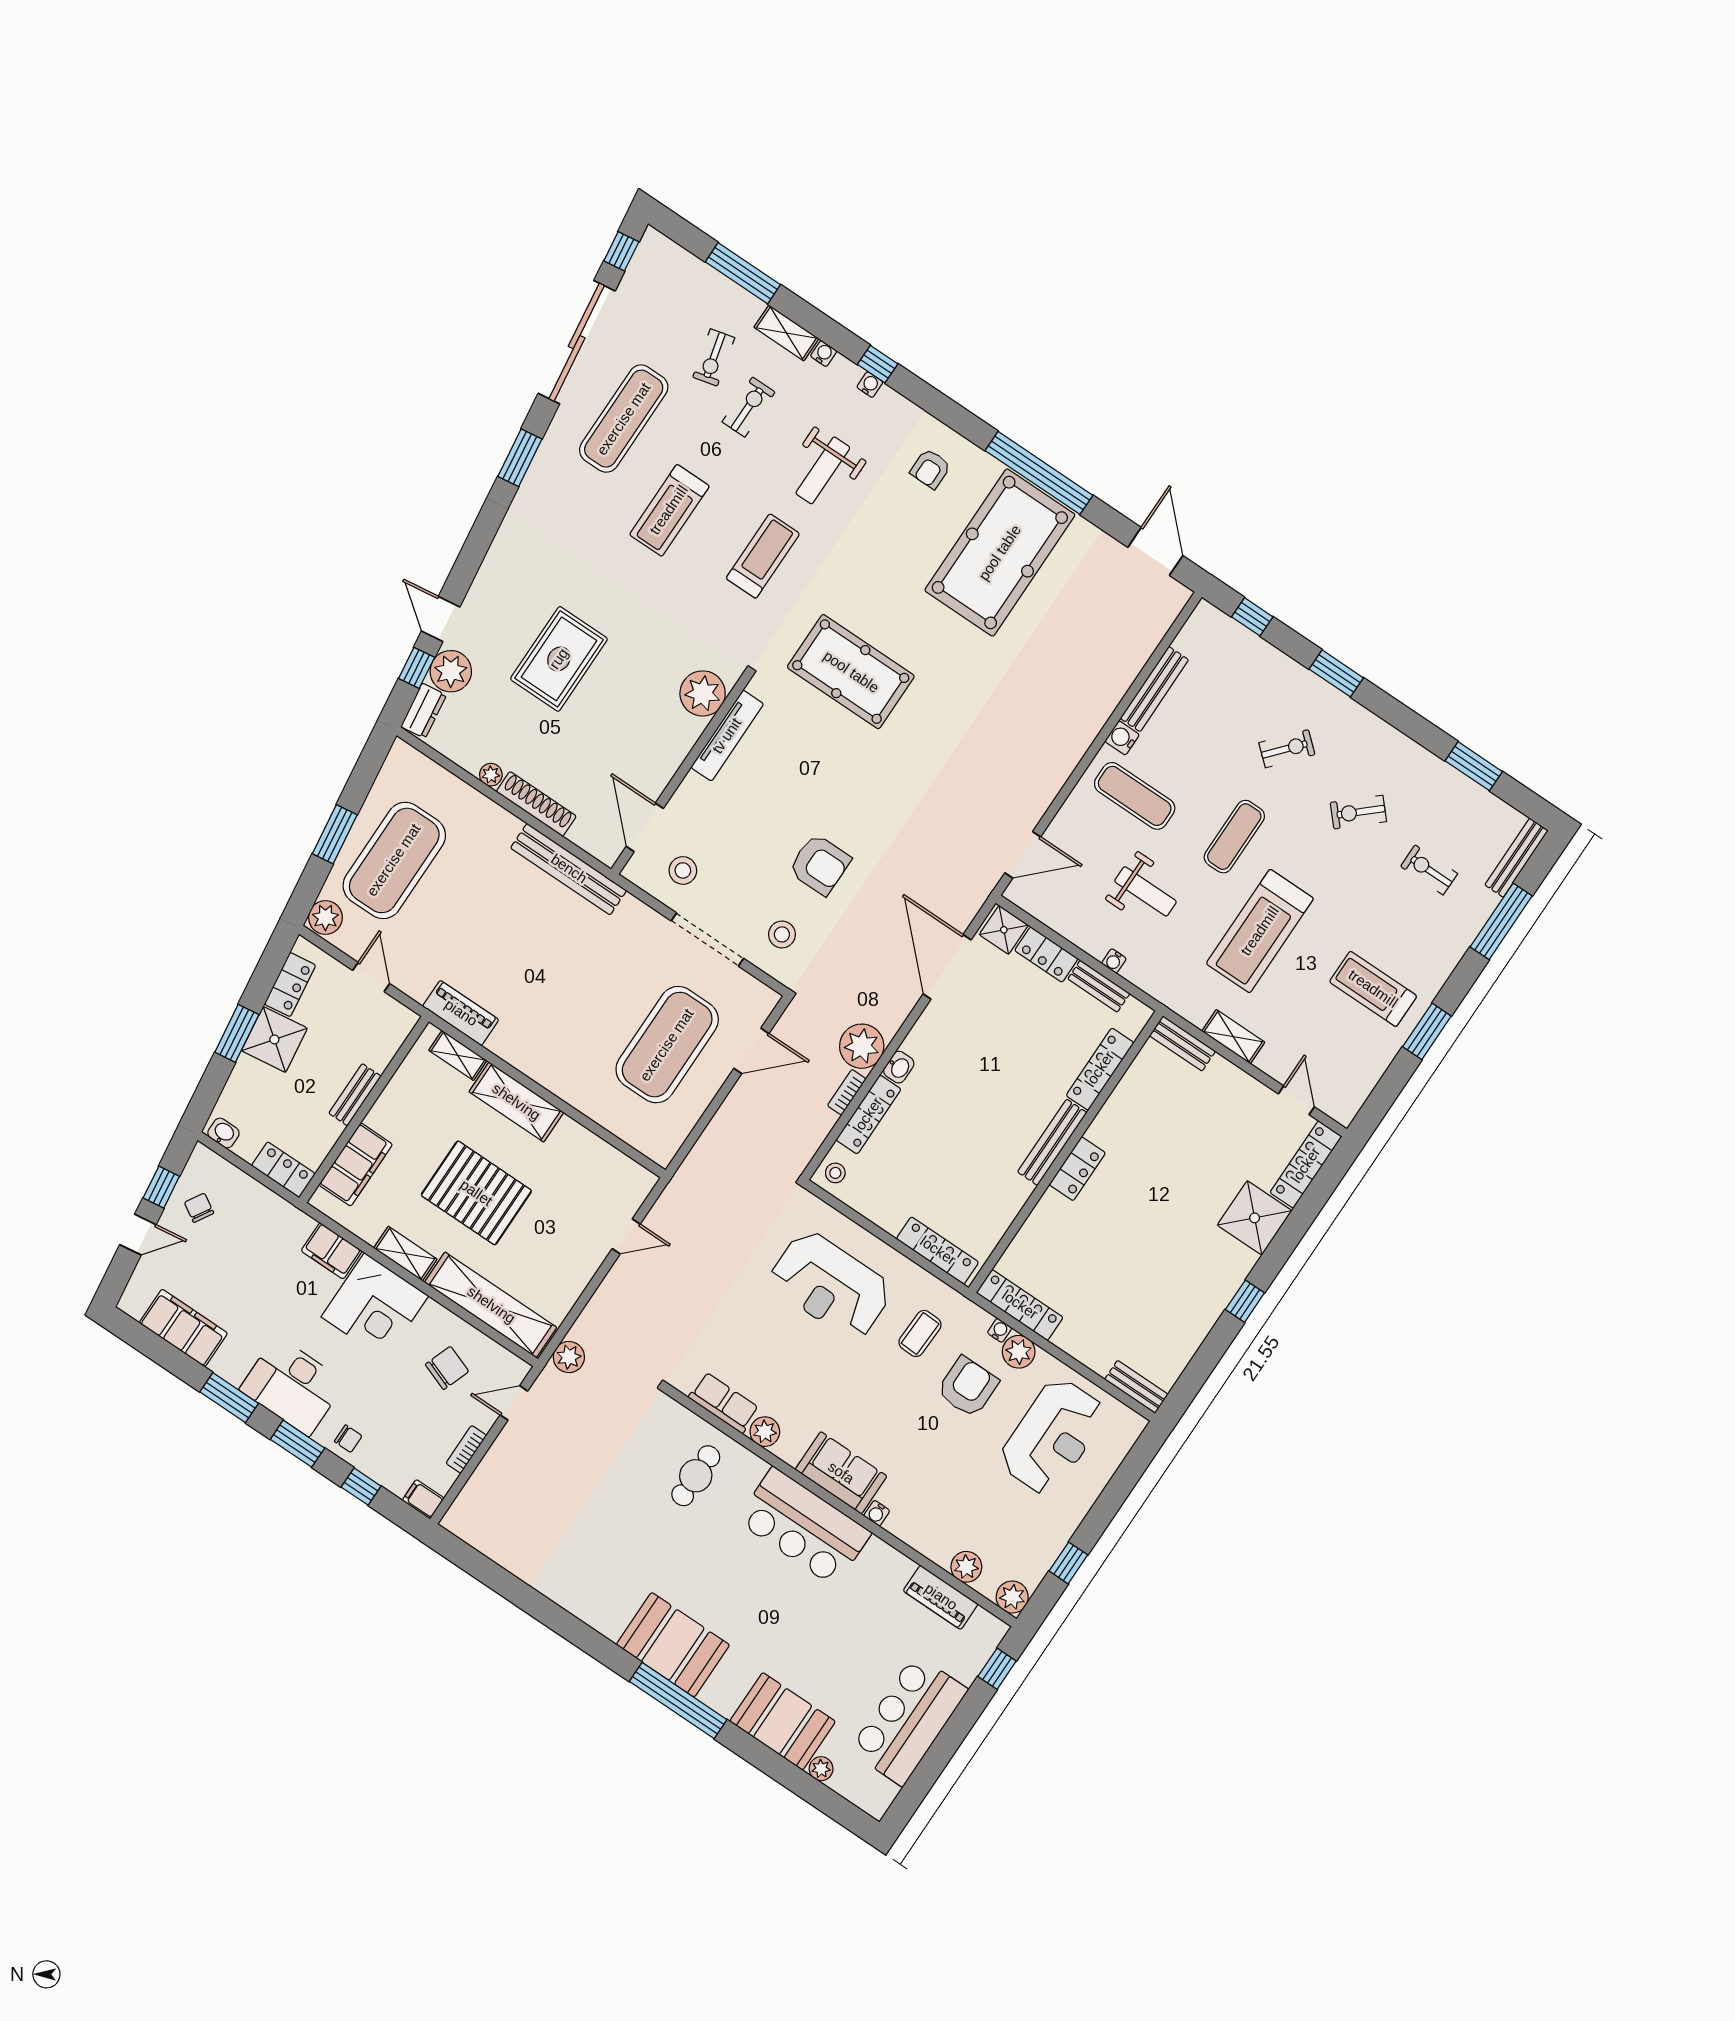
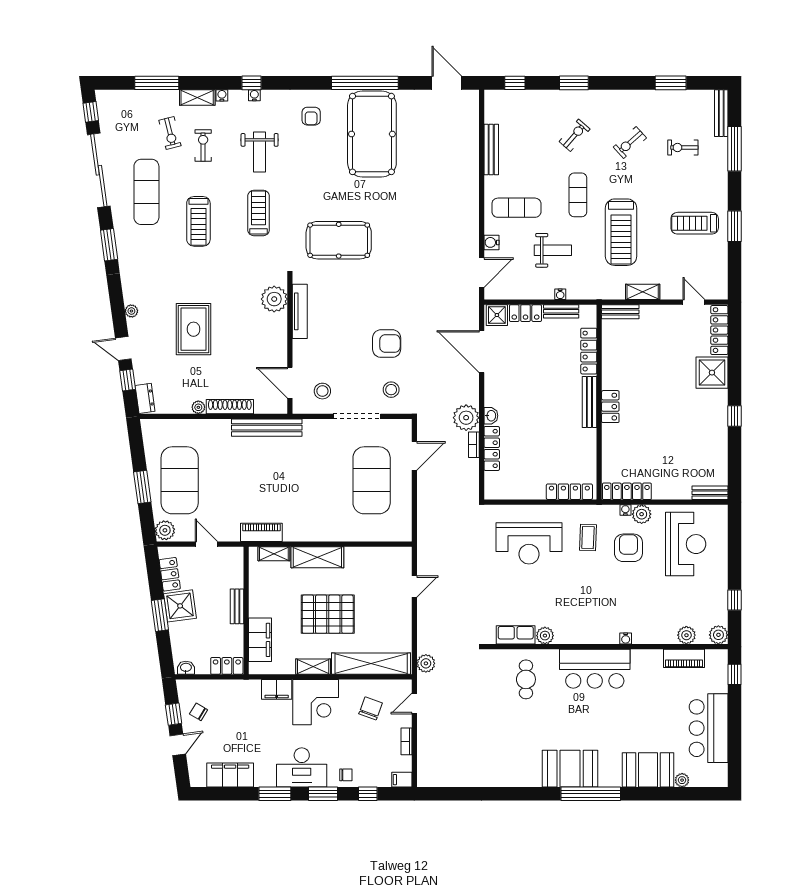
plant: (451, 671) -> (131, 311), moved, width x0.53, depth x0.53
water cooler: (1122, 738) -> (491, 242), moved
stool: (835, 1173) -> (495, 488), removed
sofa: (841, 1473) -> (595, 631), removed

